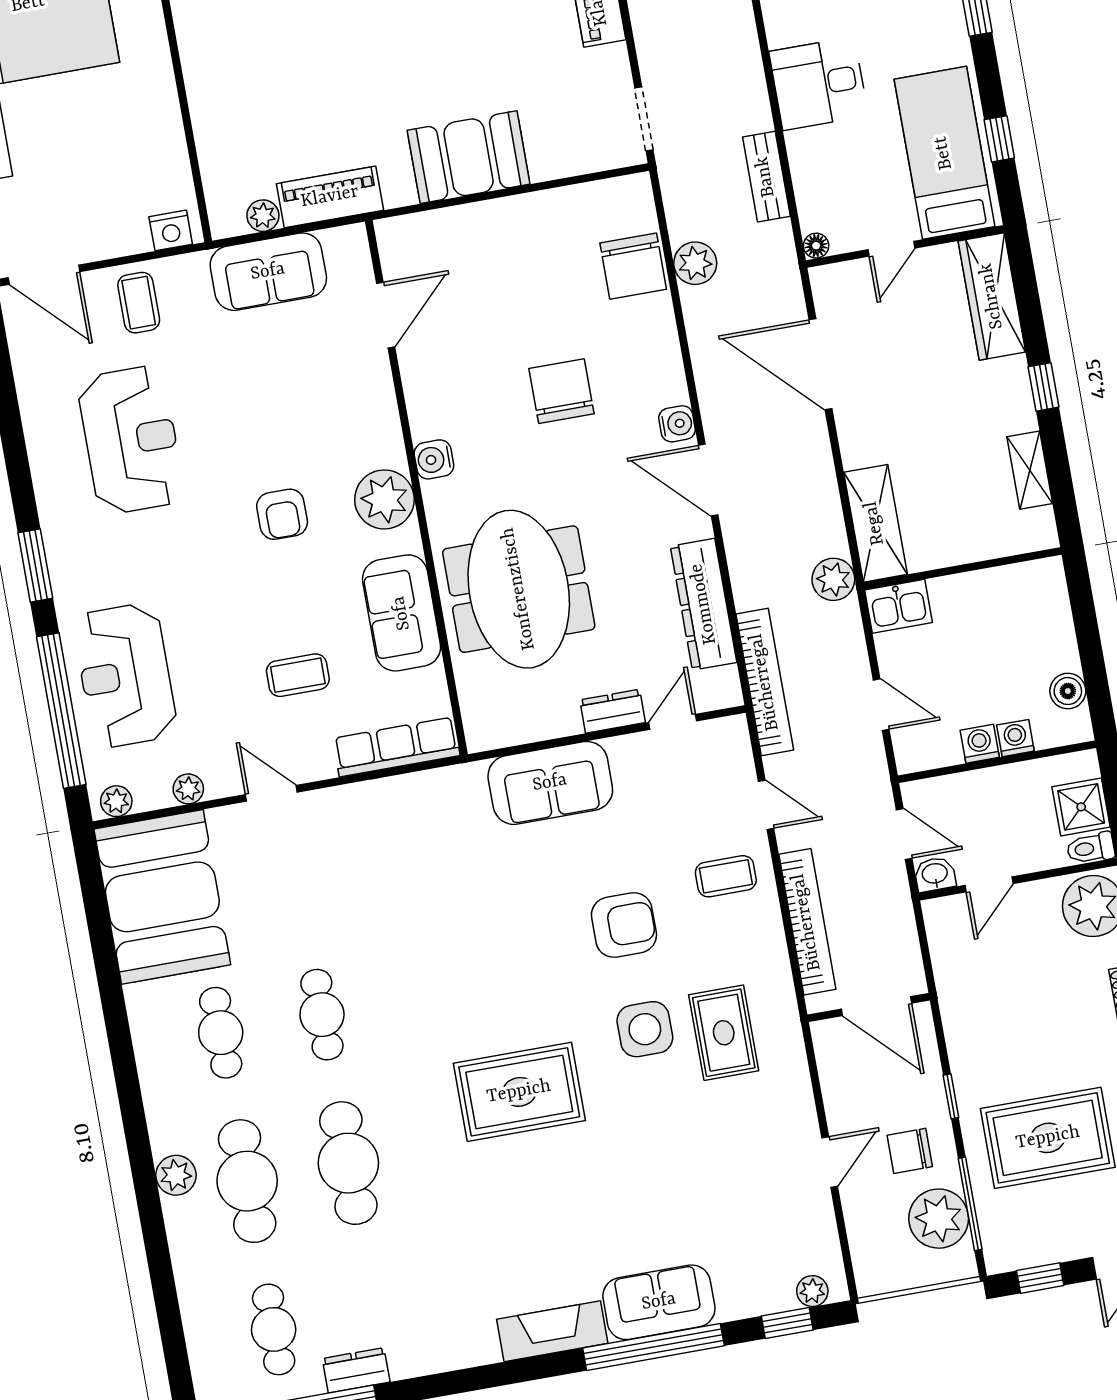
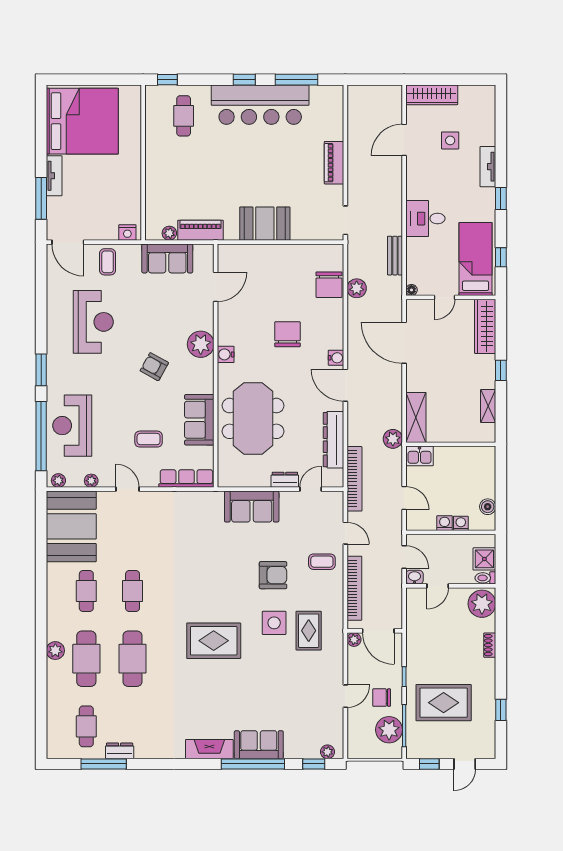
plant: (384, 499) -> (201, 344), moved
armchair: (282, 514) -> (154, 367), turned 119
plant: (827, 1035) -> (354, 640), added

